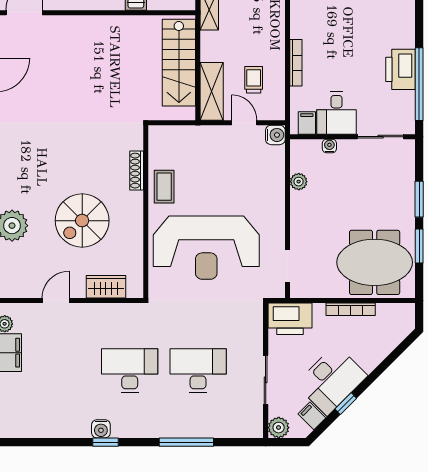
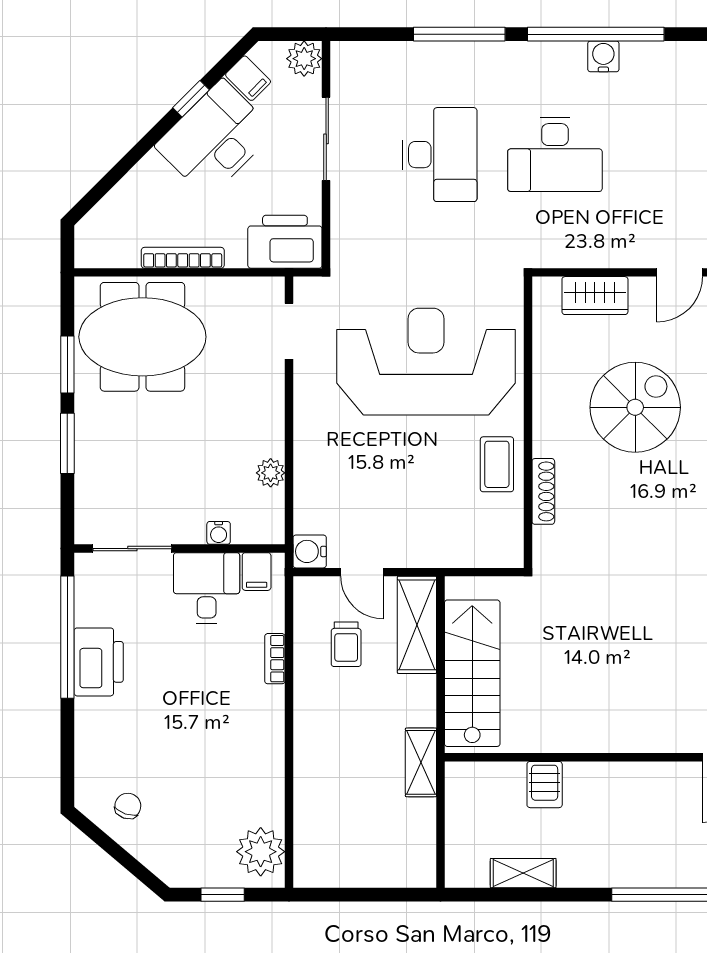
bookcase: (296, 63) -> (275, 659), width x0.64
desk: (198, 371) -> (440, 155), turned -90
window: (105, 442) -> (596, 34), width x3.17

